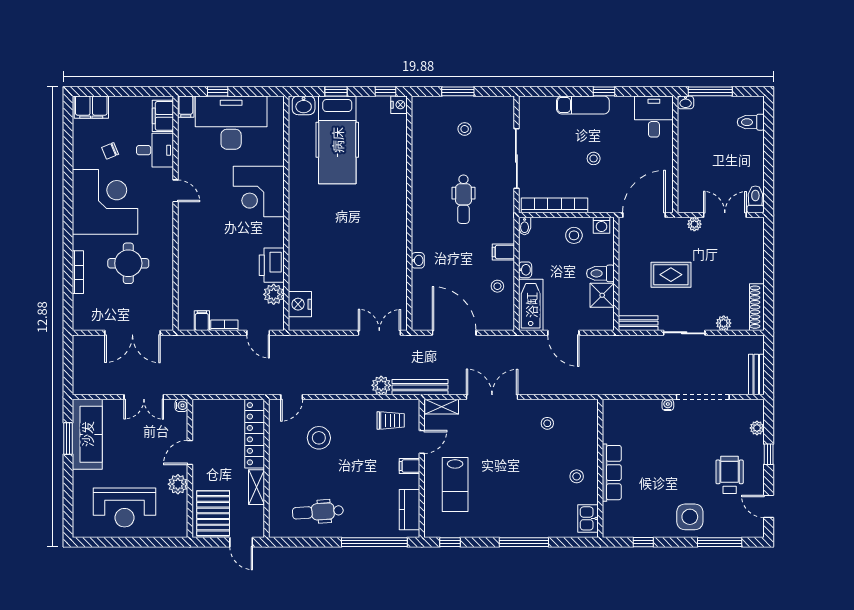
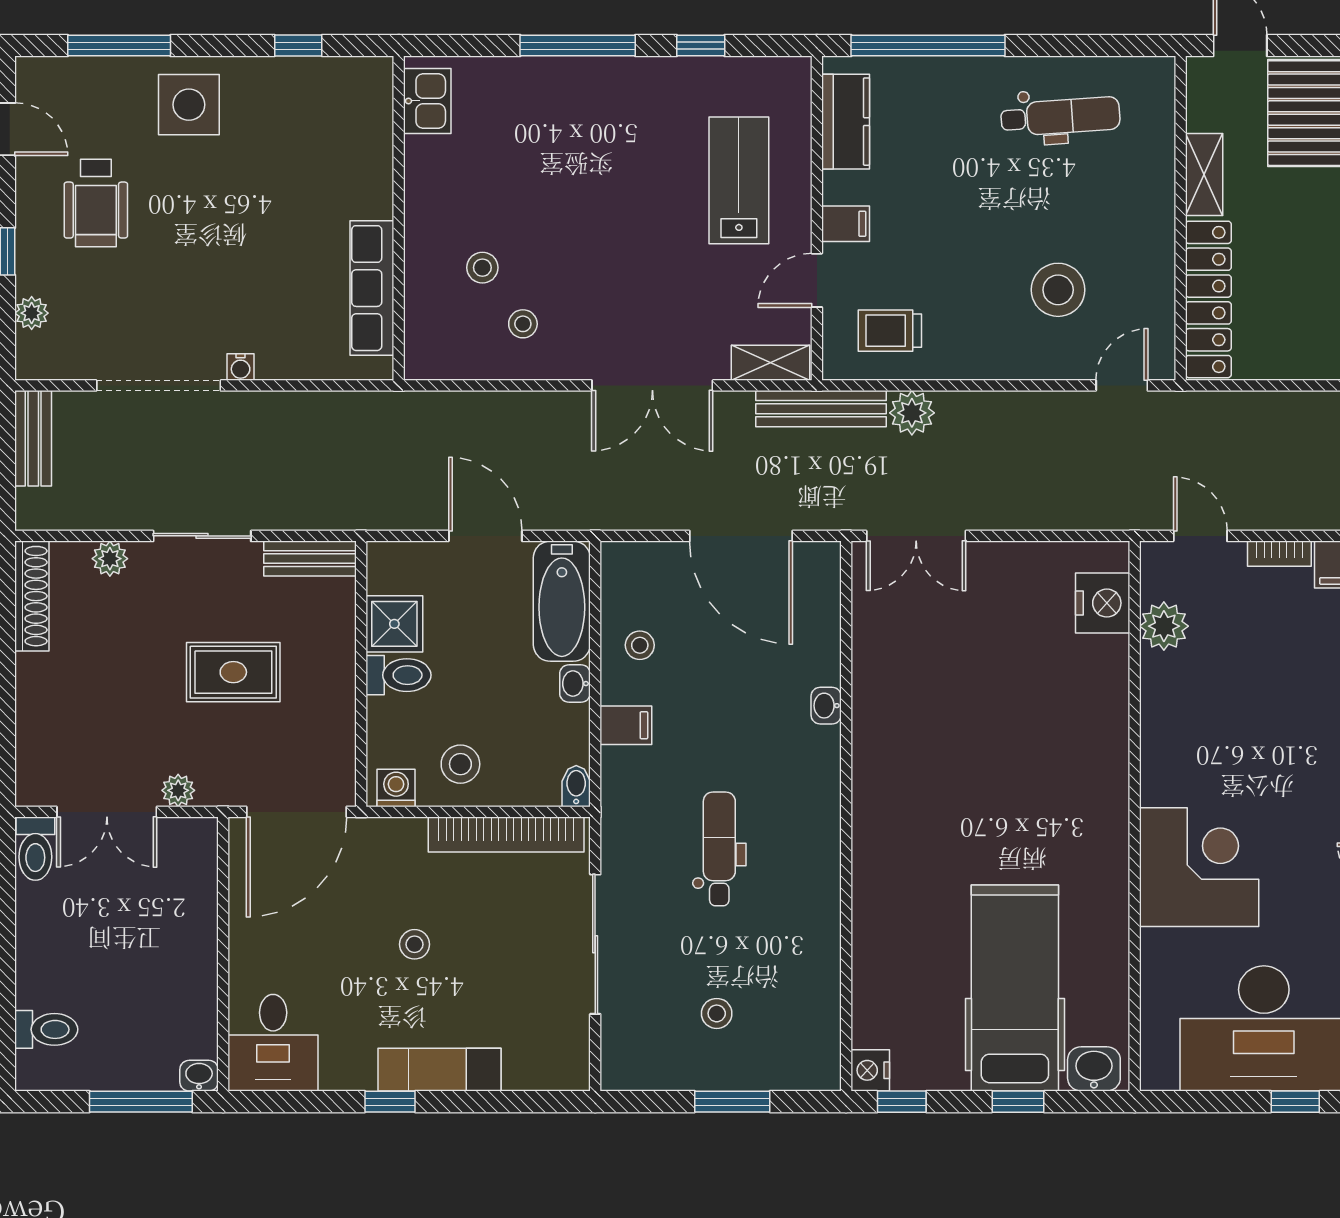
printer: (272, 265) -> (1169, 694), removed
row of seats: (612, 473) -> (372, 288), moved
stool: (577, 476) -> (482, 268), moved
window: (450, 542) -> (701, 46), moved

